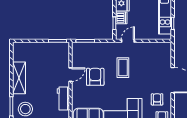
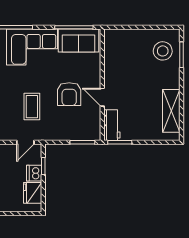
door: (71, 75) -> (102, 97), hinge flipped
shelving: (19, 78) -> (171, 111), moved
workbench: (63, 98) -> (112, 125), moved

